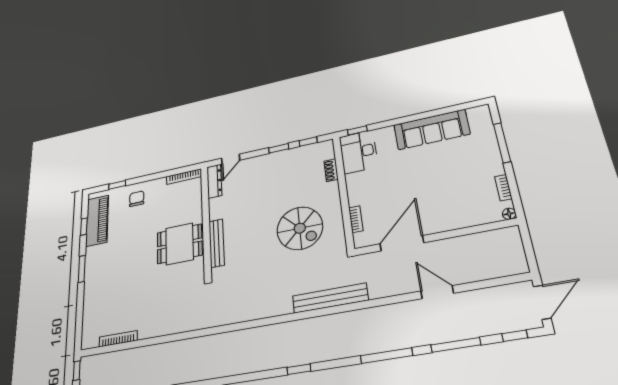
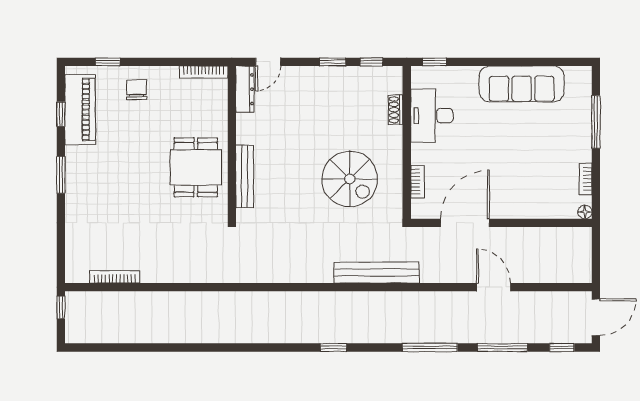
desk: (359, 152) -> (432, 116), moved
dining table: (179, 244) -> (196, 167), turned 90

